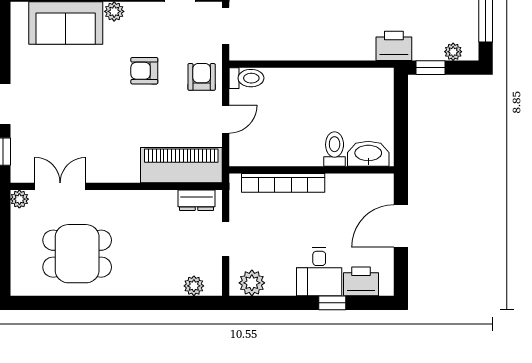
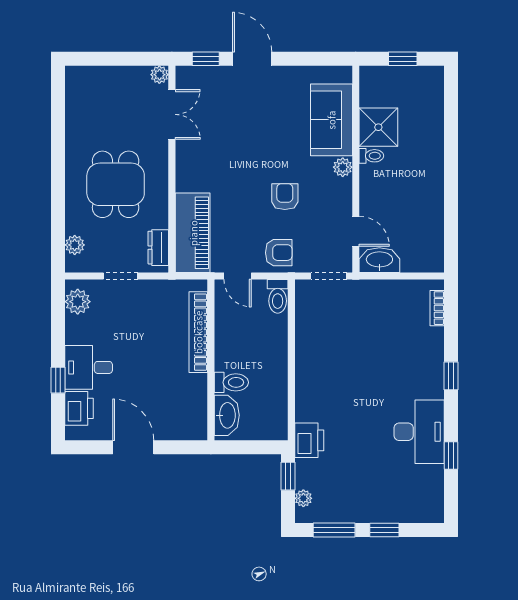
toilet: (335, 149) -> (231, 382), moved
washbasin: (368, 154) -> (227, 415), moved
wall: (311, 170) -> (211, 360), moved
bookcase: (283, 183) -> (198, 332), moved
dining table: (77, 254) -> (116, 184), moved

